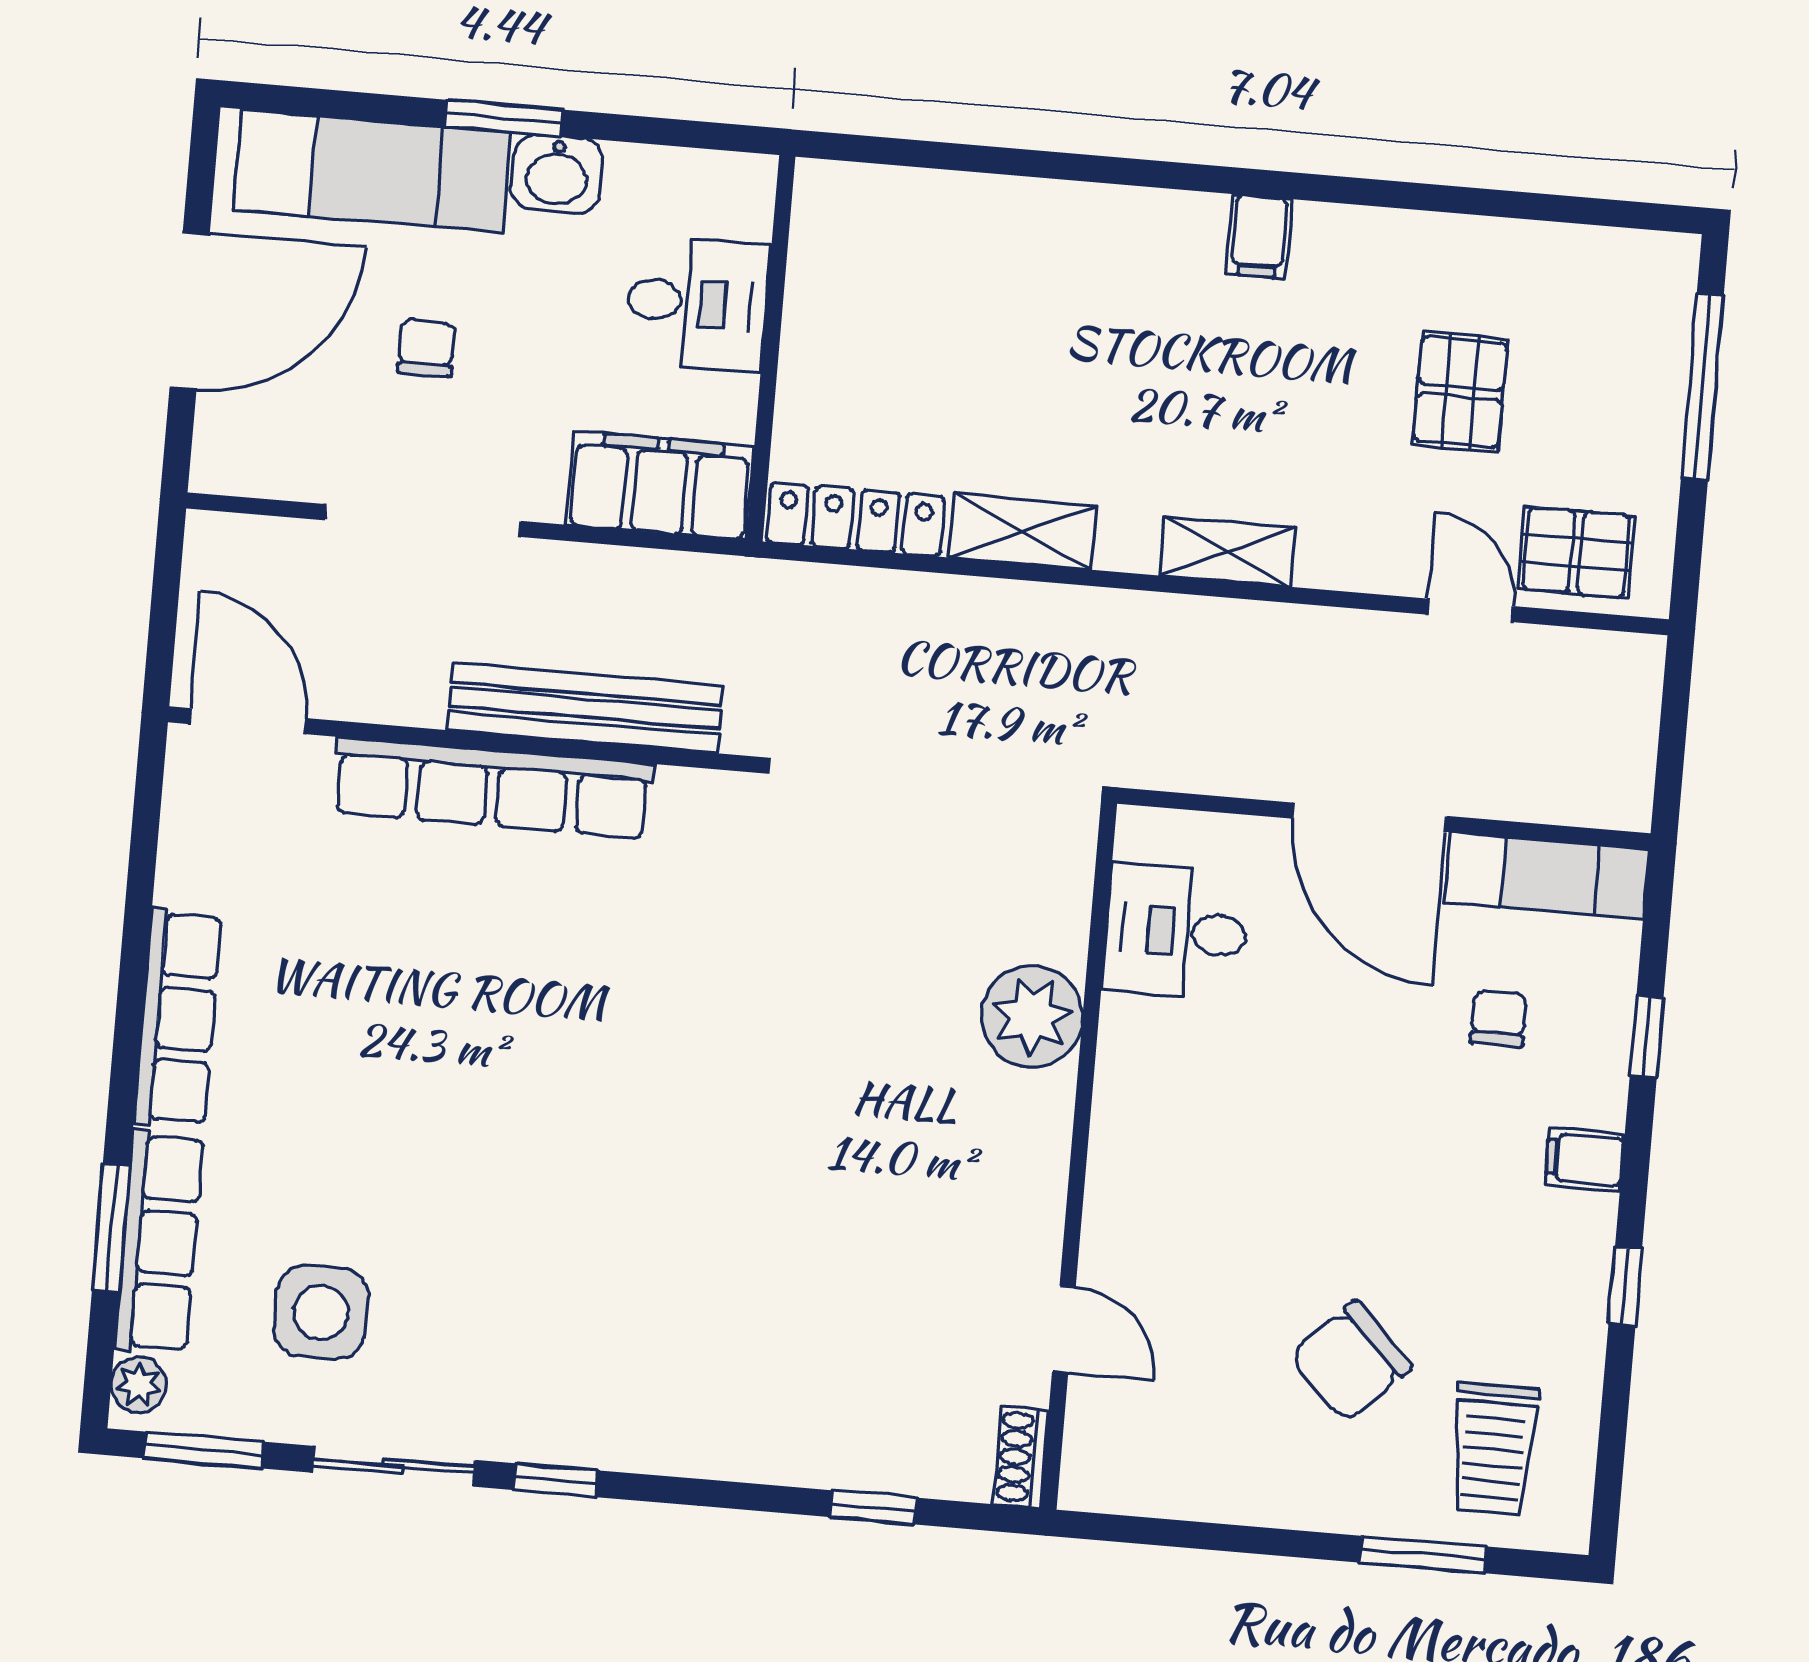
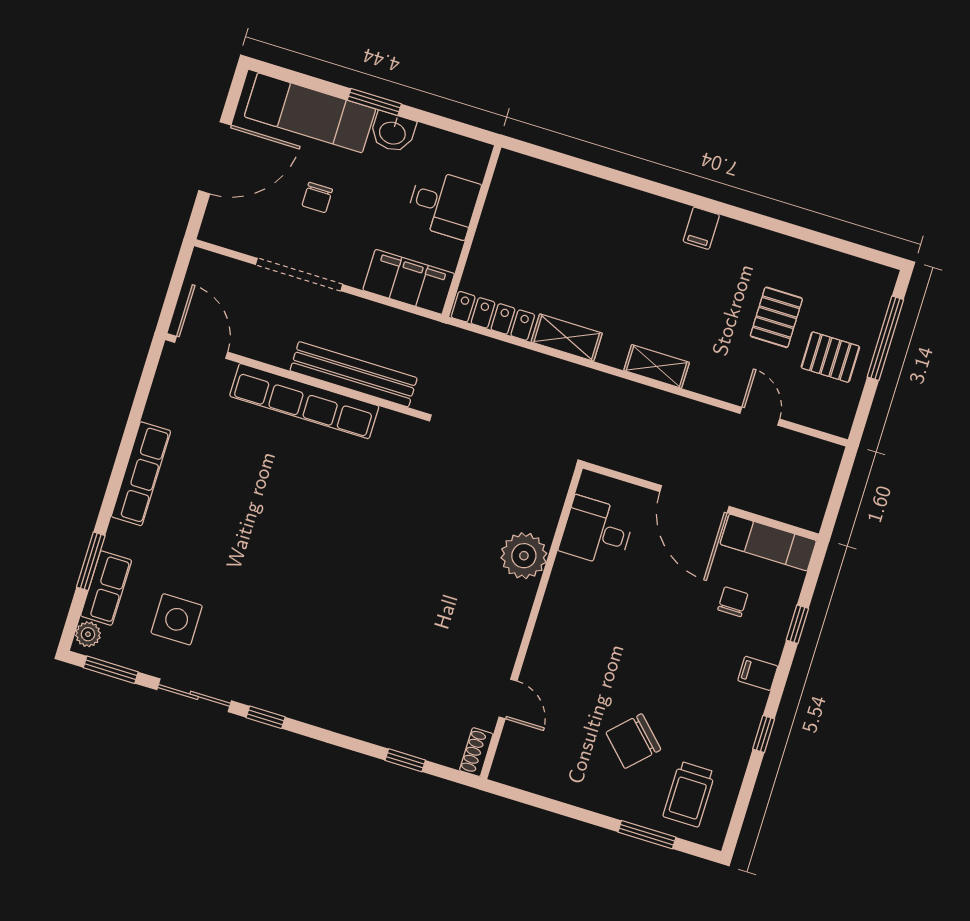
chair: (426, 348) -> (317, 197), turned 180
pallet: (1576, 552) -> (830, 357), moved
row of seats: (159, 1242) -> (106, 588), width x0.68

